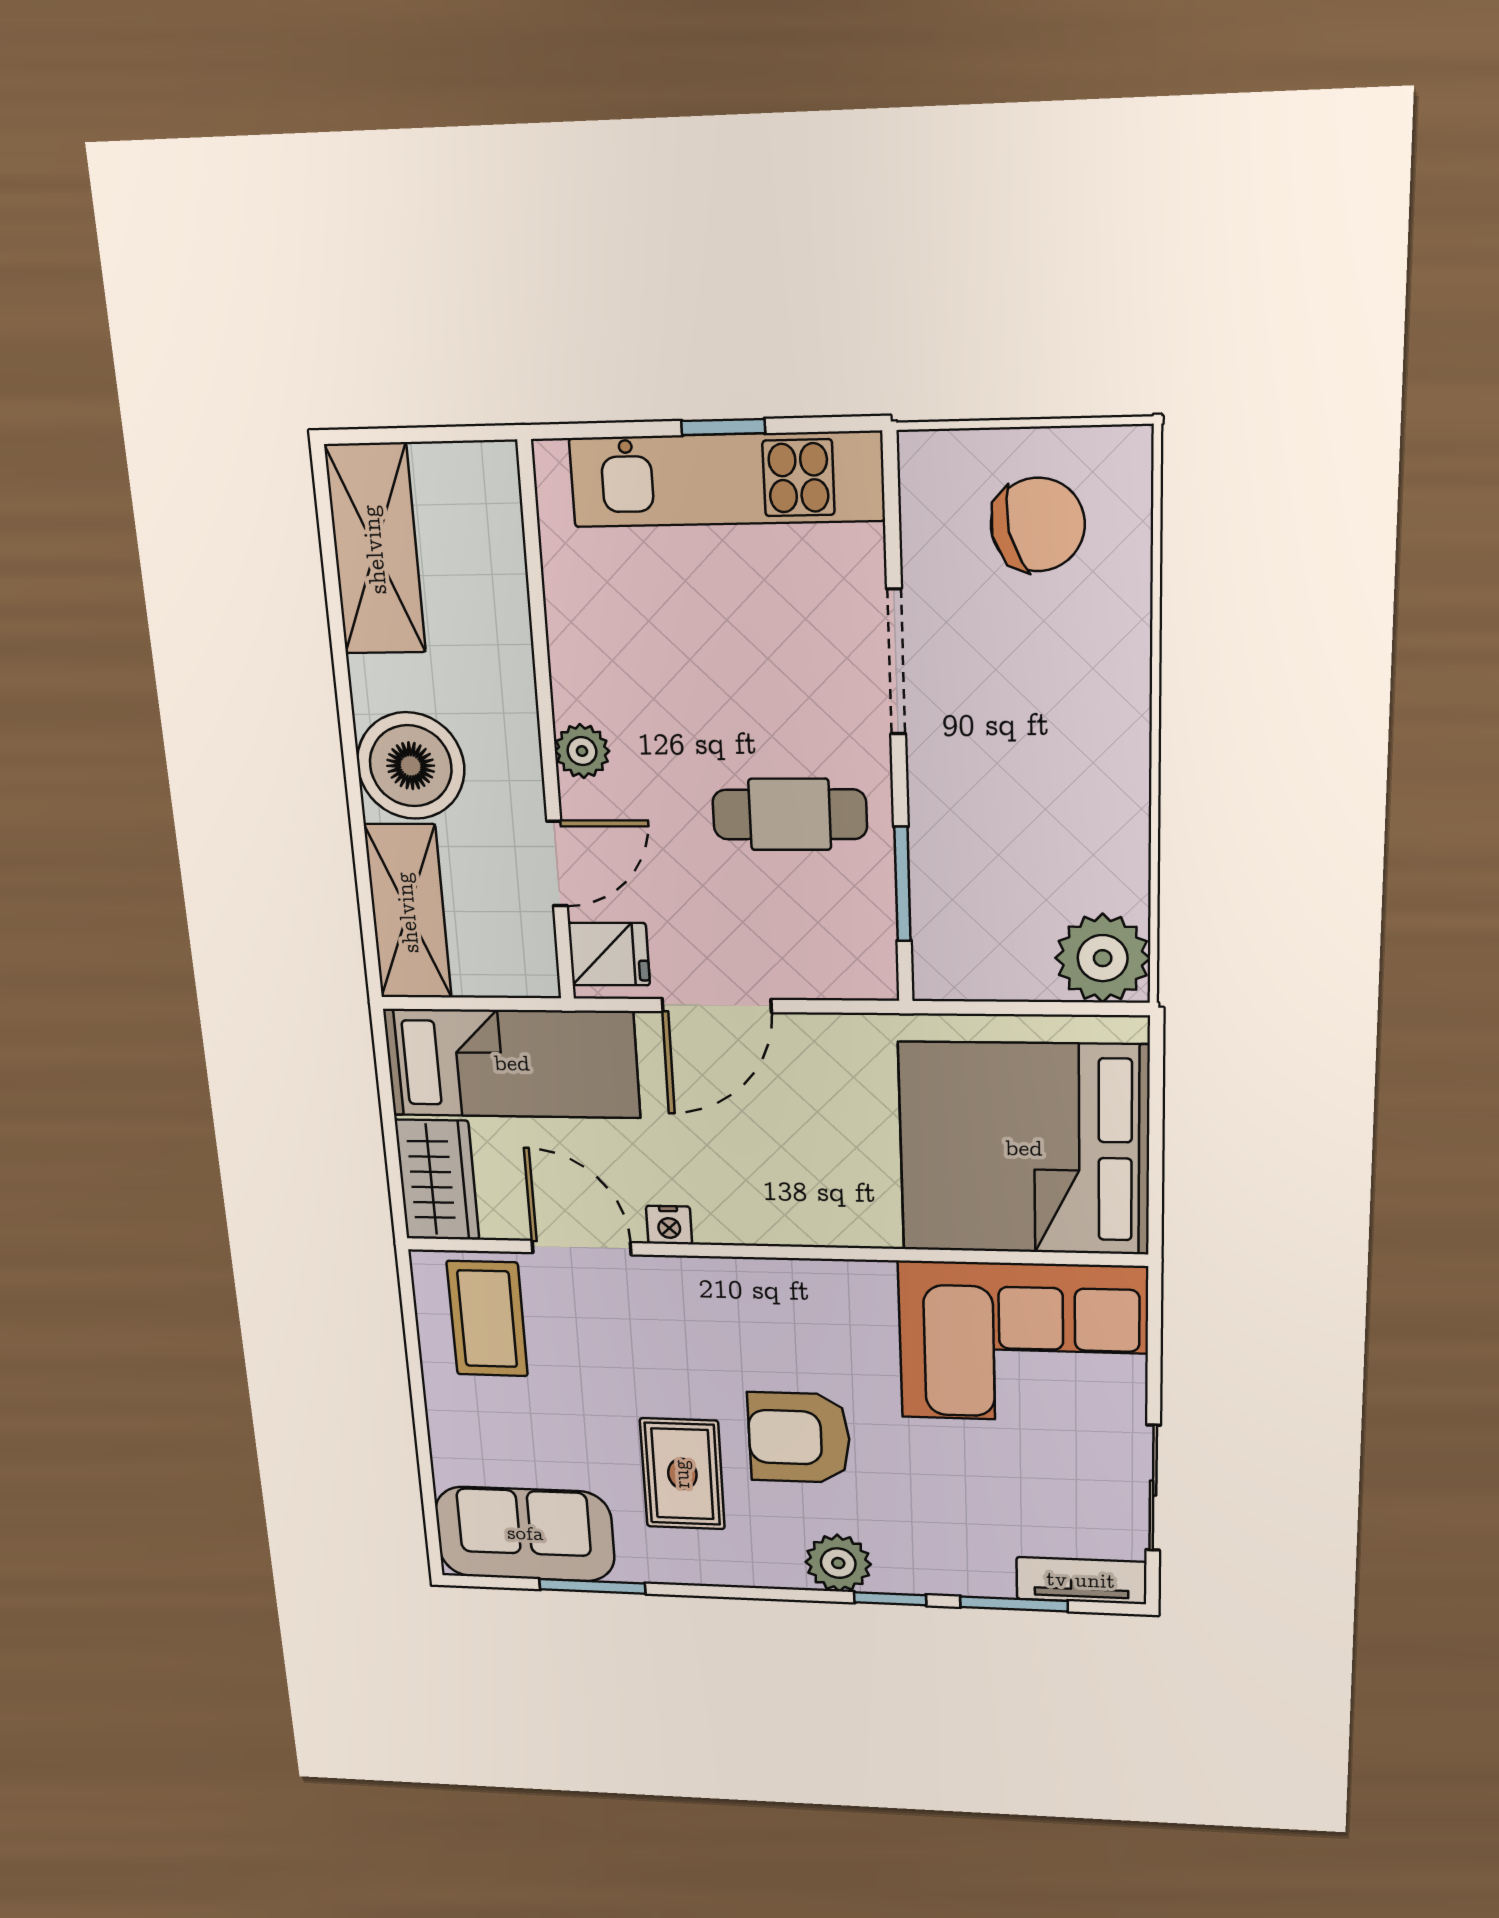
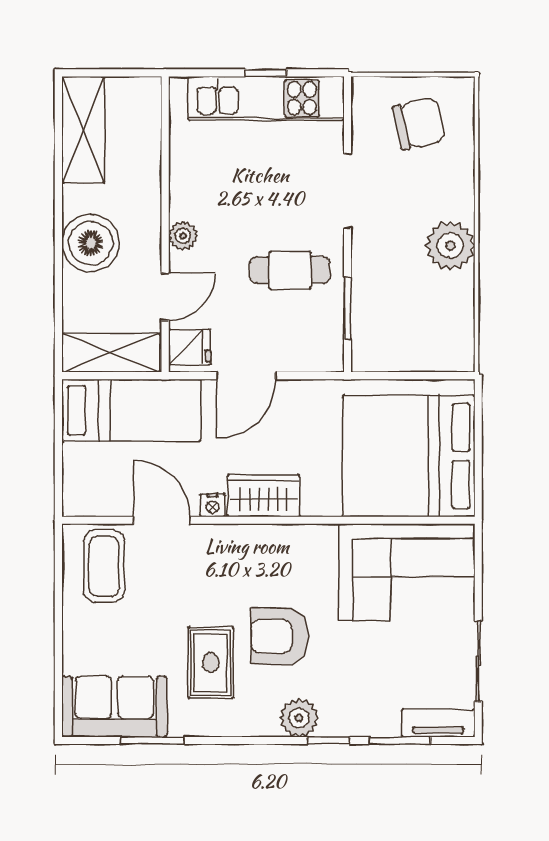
shelving: (408, 912) -> (111, 353), moved, turned 90
plant: (1103, 958) -> (450, 246), moved
wardrobe: (437, 1180) -> (264, 496), moved, turned -90

